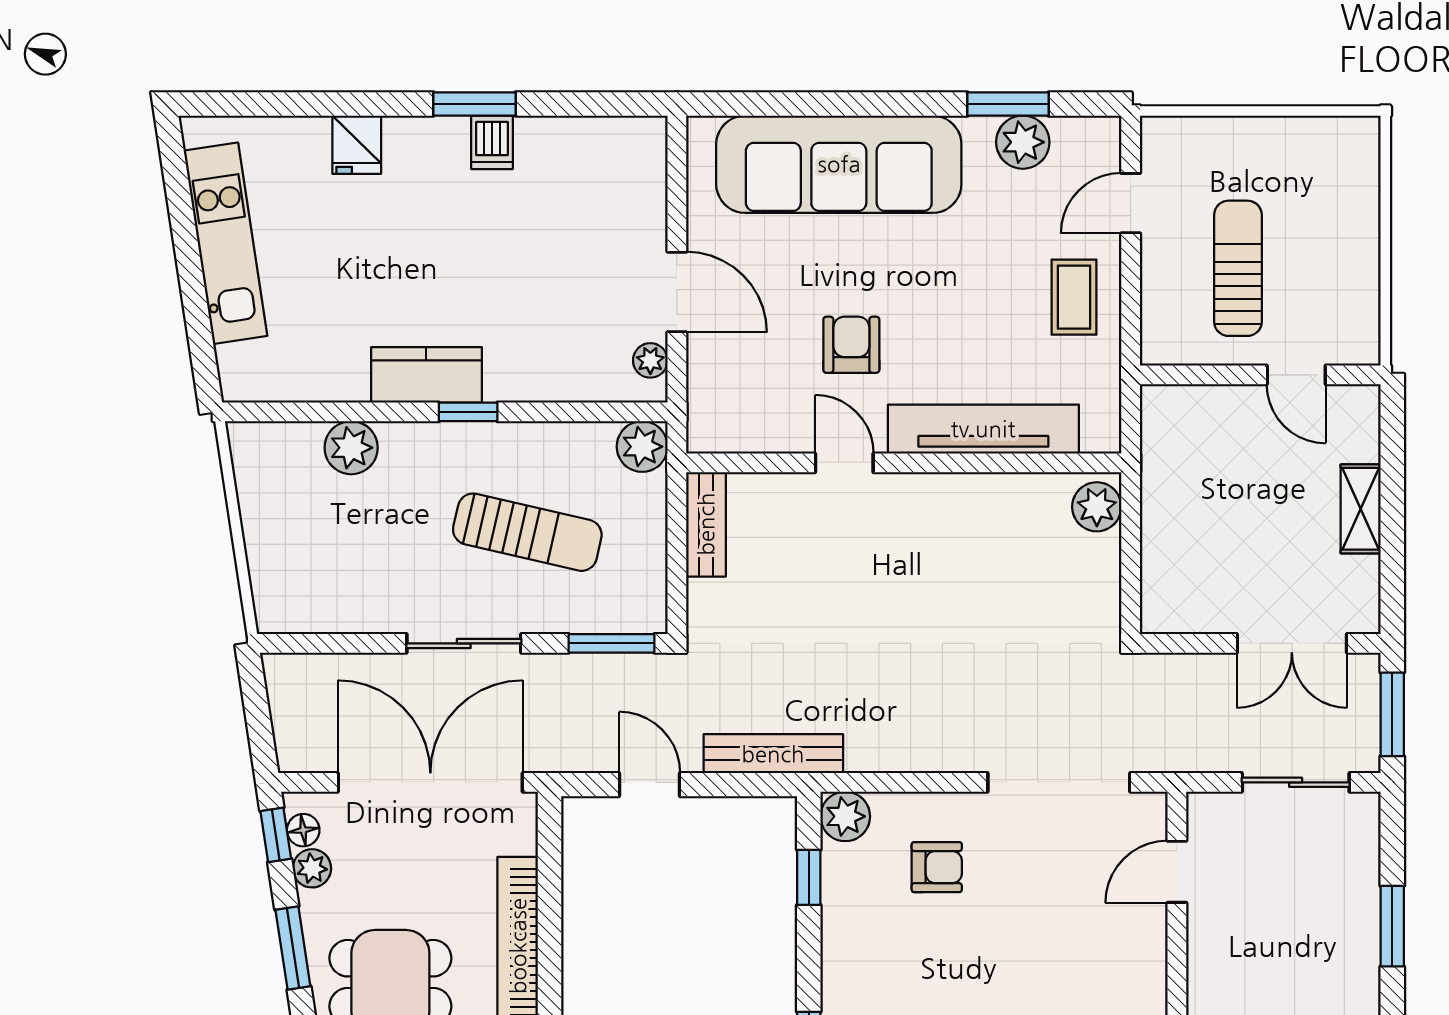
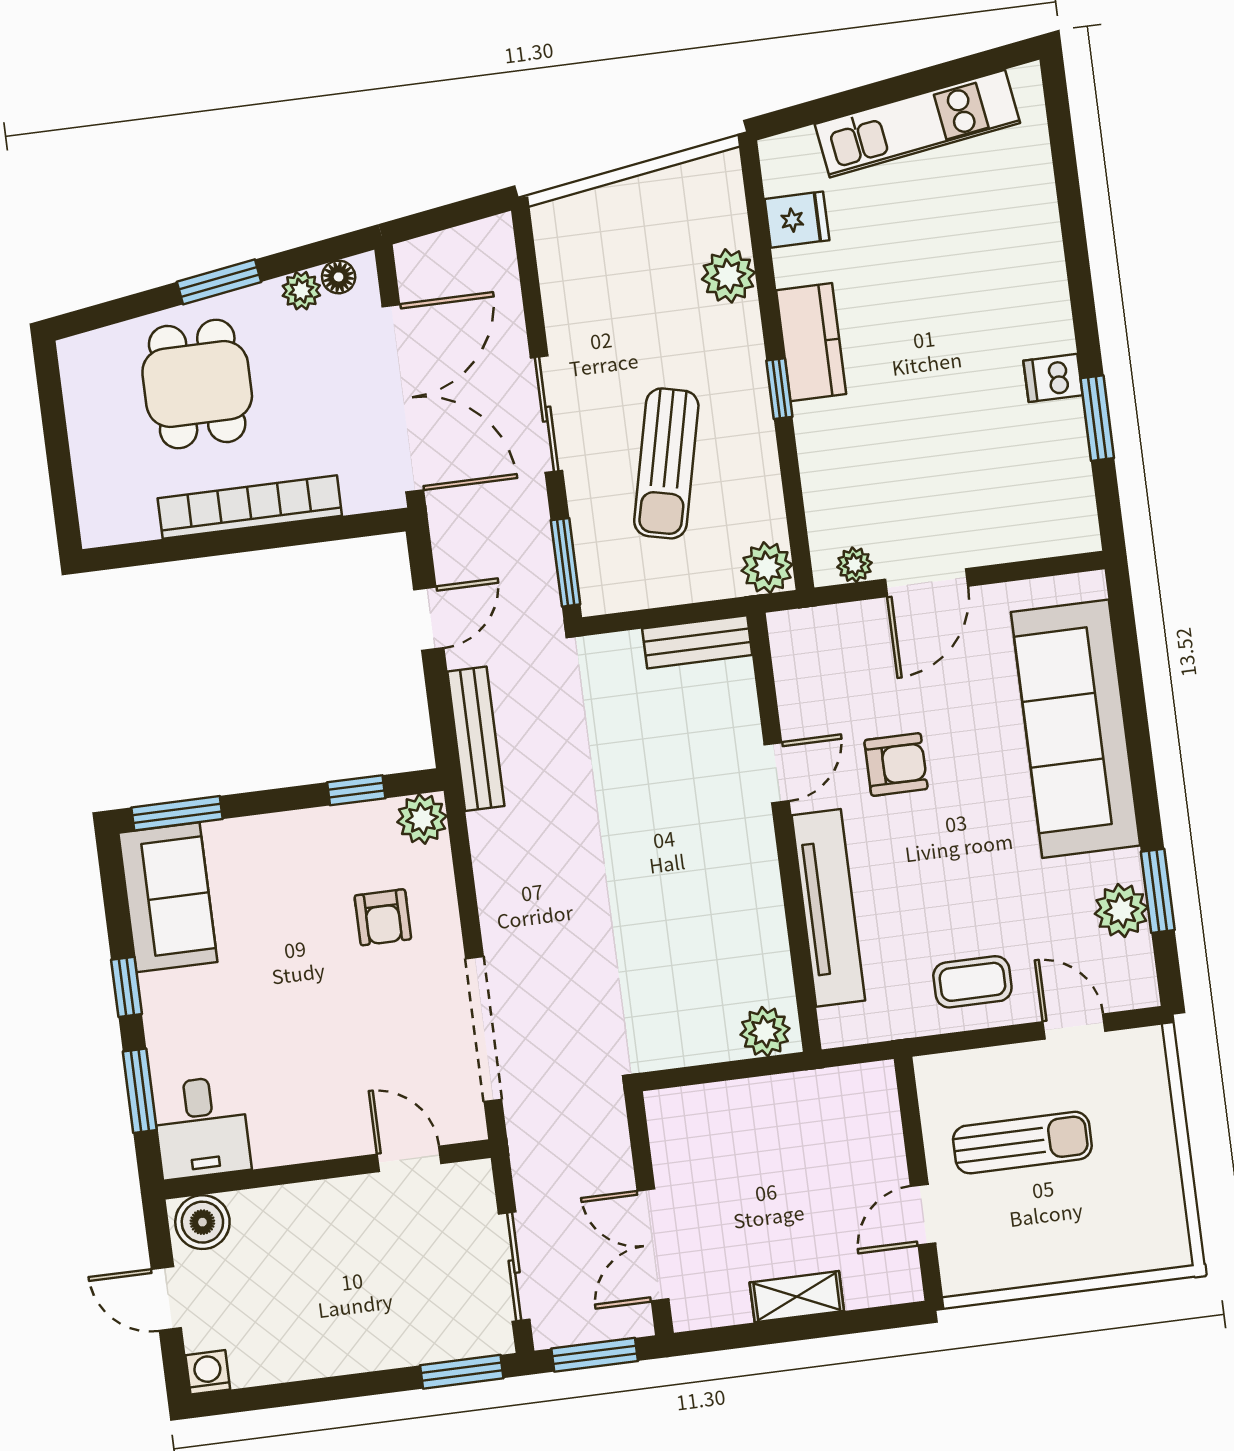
window: (475, 104) -> (1097, 418), moved
fridge: (357, 145) -> (797, 220), moved, turned 180
window: (276, 835) -> (330, 250), removed
window: (1392, 926) -> (462, 1372), moved

